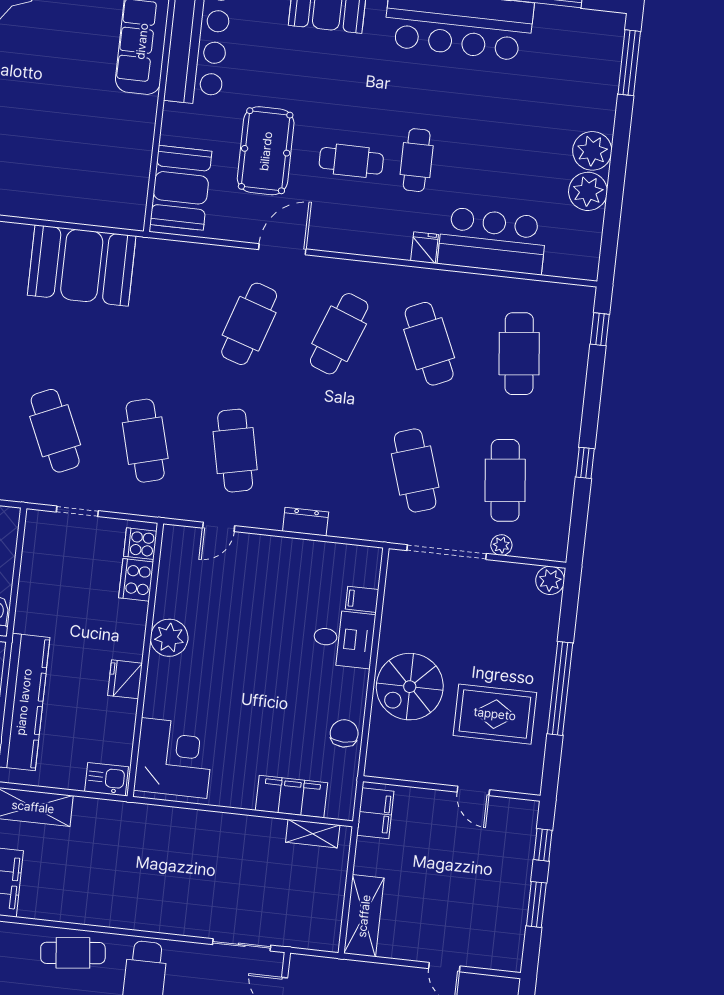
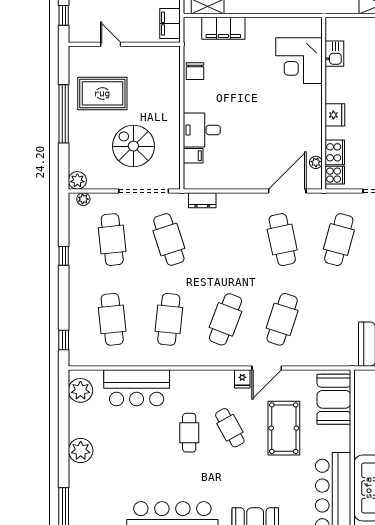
cafe table: (351, 161) -> (230, 428), turned 61
plant: (588, 191) -> (80, 390), moved
fridge: (424, 248) -> (242, 379), moved
cafe table: (429, 344) -> (169, 319), turned 30
cafe table: (145, 441) -> (339, 240), turned 30
dresser: (306, 522) -> (202, 200), moved
door: (219, 527) -> (287, 191), width x1.88
plant: (501, 545) -> (83, 199), moved
plant: (169, 638) -> (316, 162), moved, width x0.53, depth x0.53
fridge: (125, 679) -> (335, 115), moved
spiral stairs: (410, 687) -> (133, 146), moved, turned -90
corner desk: (174, 758) -> (299, 61), moved
kitchen sink: (107, 779) -> (334, 54), moved, turned -90

